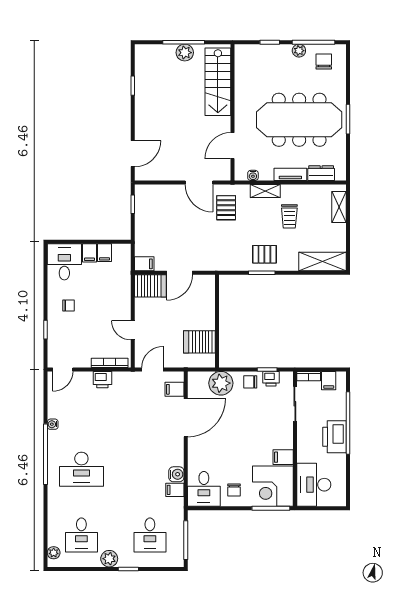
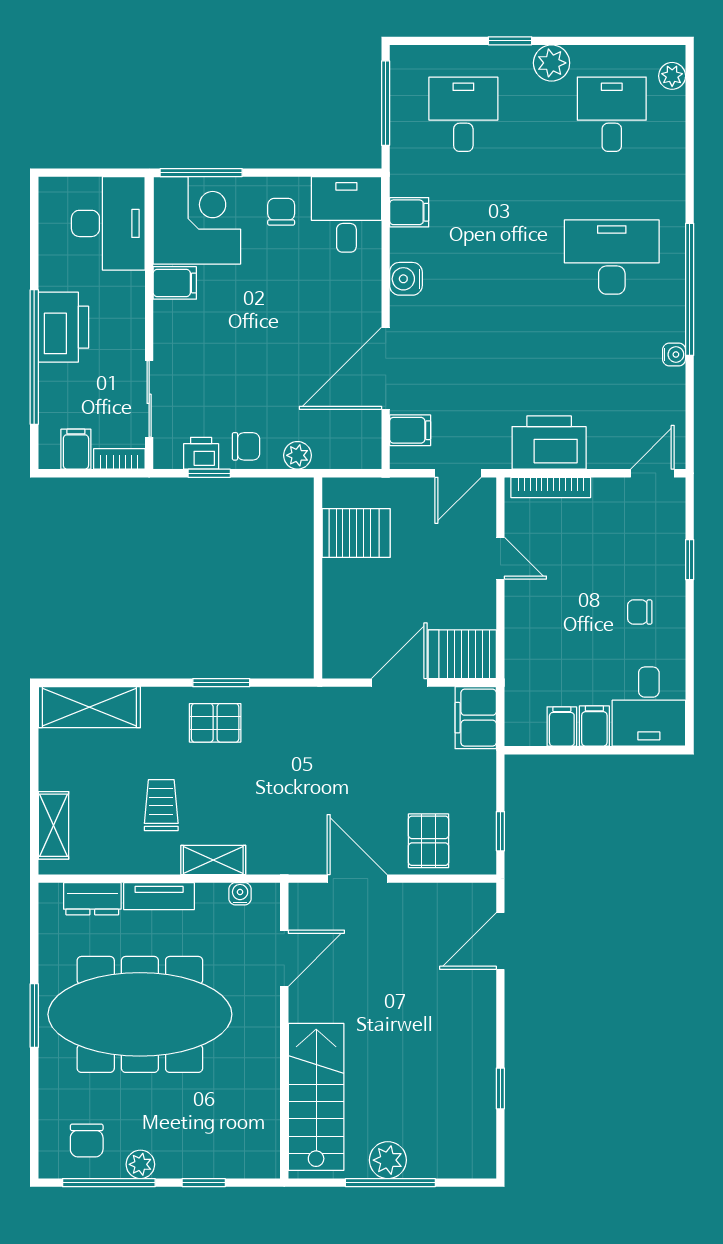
pallet: (226, 208) -> (429, 841), moved
filing cabinet: (144, 264) -> (476, 718), width x2.00
printer: (102, 380) -> (549, 443), width x1.87, depth x1.48
plant: (221, 383) -> (297, 455), width x0.53, depth x0.53
water cooler: (176, 474) -> (406, 279), moved

